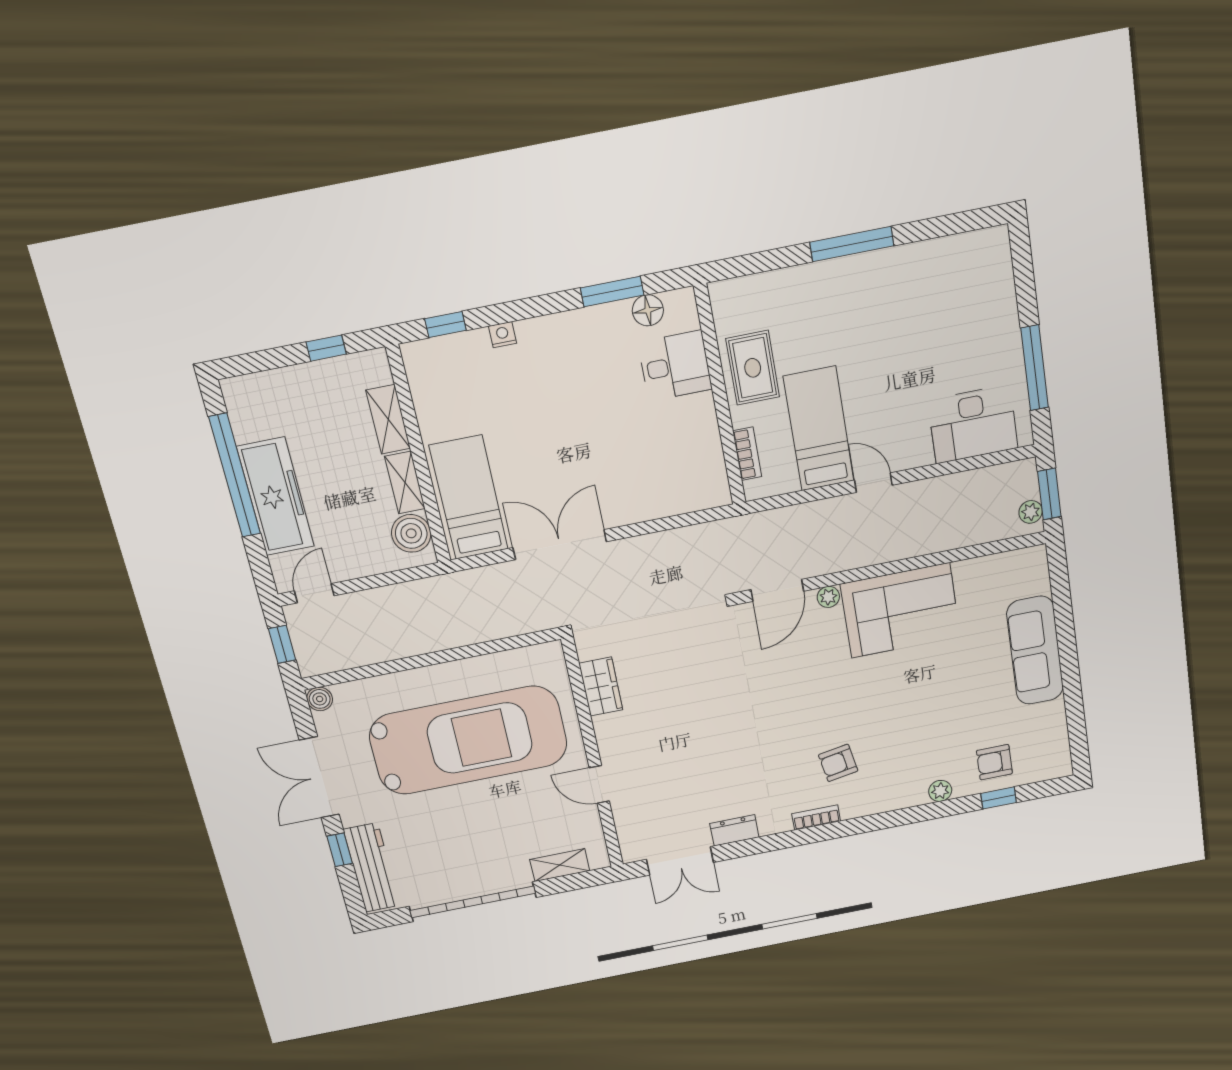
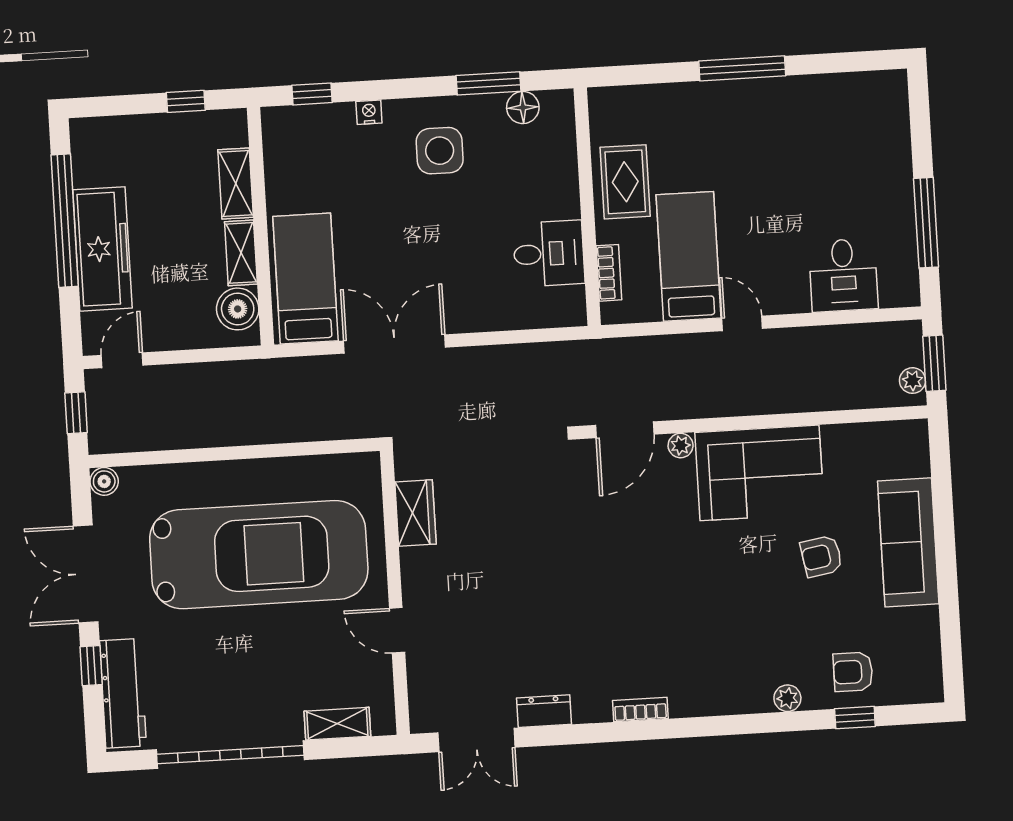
side table: (575, 362) -> (440, 151), added
desk: (675, 366) -> (549, 254), moved
desk: (973, 424) -> (843, 275), width x0.73
armchair: (838, 763) -> (821, 556), moved

